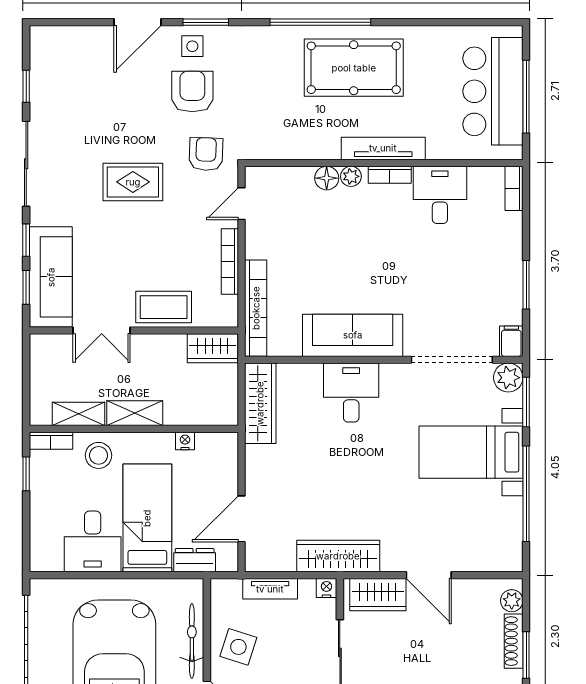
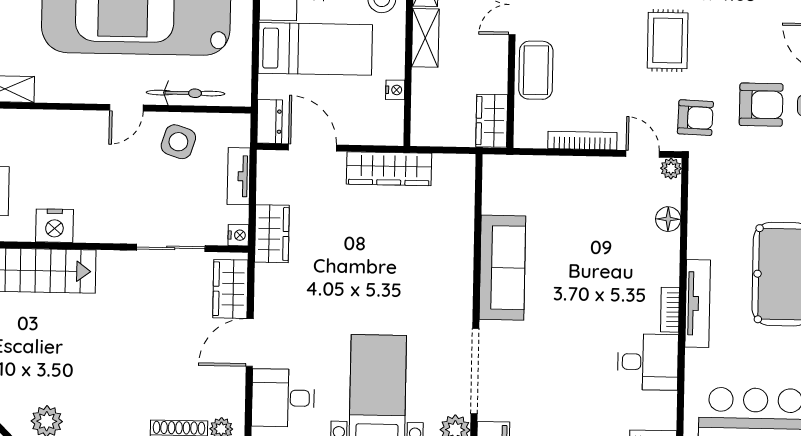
plant: (351, 176) -> (671, 168), moved
floor lamp: (327, 178) -> (668, 219), moved
bookcase: (256, 308) -> (533, 167), removed
desk: (351, 393) -> (283, 398), moved, turned 180
wardrobe: (260, 403) -> (389, 169), moved
wardrobe: (338, 556) -> (272, 234), width x0.67
dresser: (195, 560) -> (270, 121), moved

